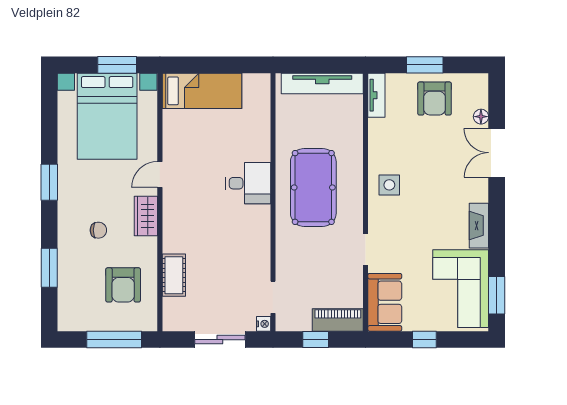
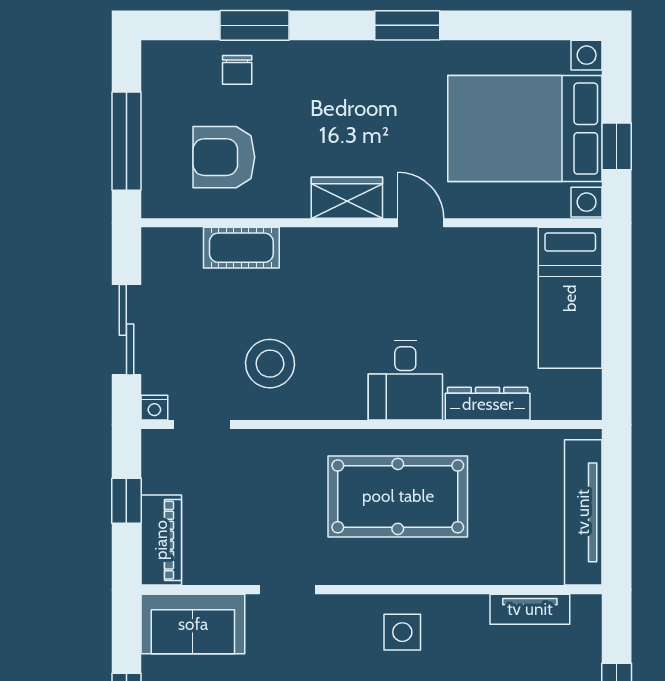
window: (117, 65) -> (617, 146), width x0.67
tv unit: (376, 95) -> (530, 609), moved
dresser: (261, 137) -> (488, 404), added
chair: (98, 230) -> (237, 70), moved
stool: (239, 259) -> (270, 364), added

